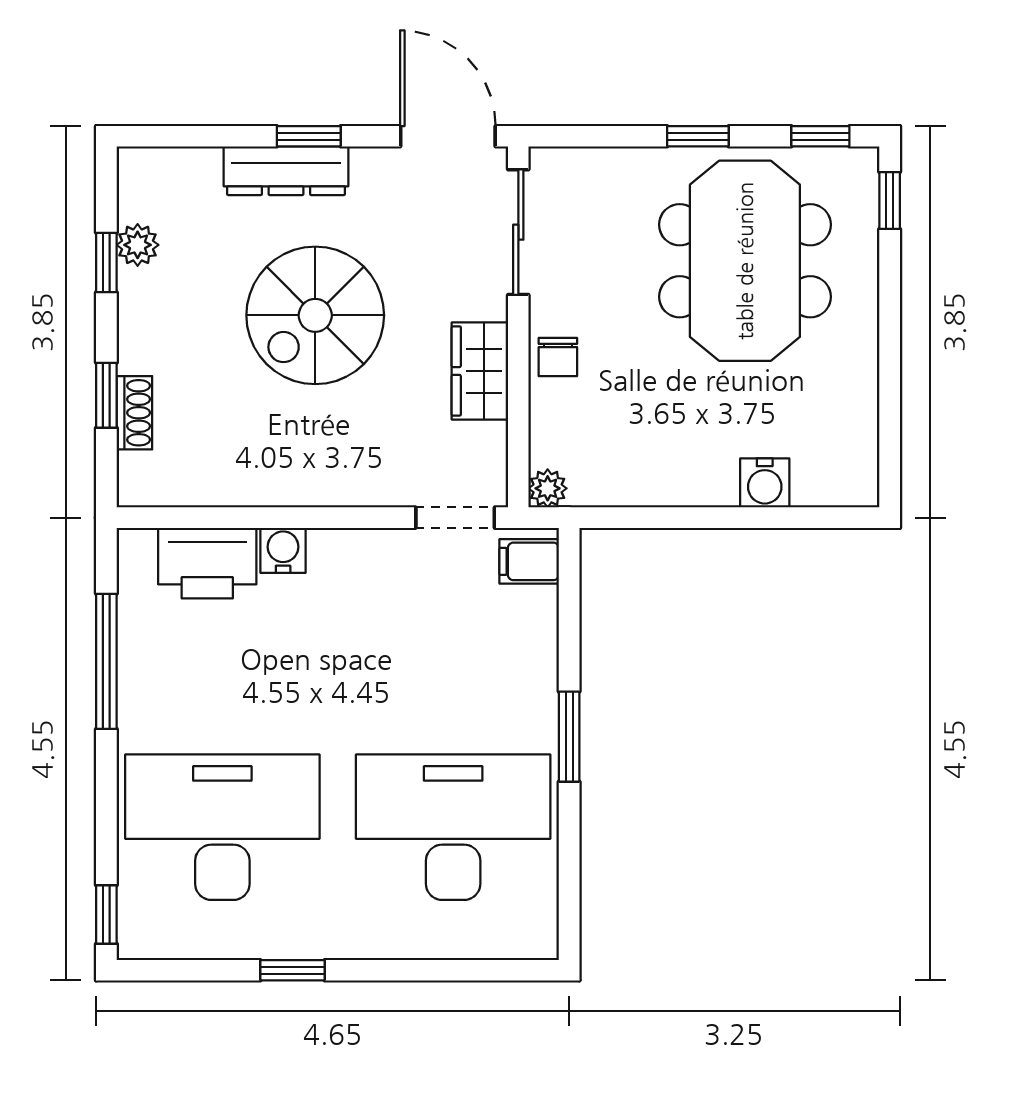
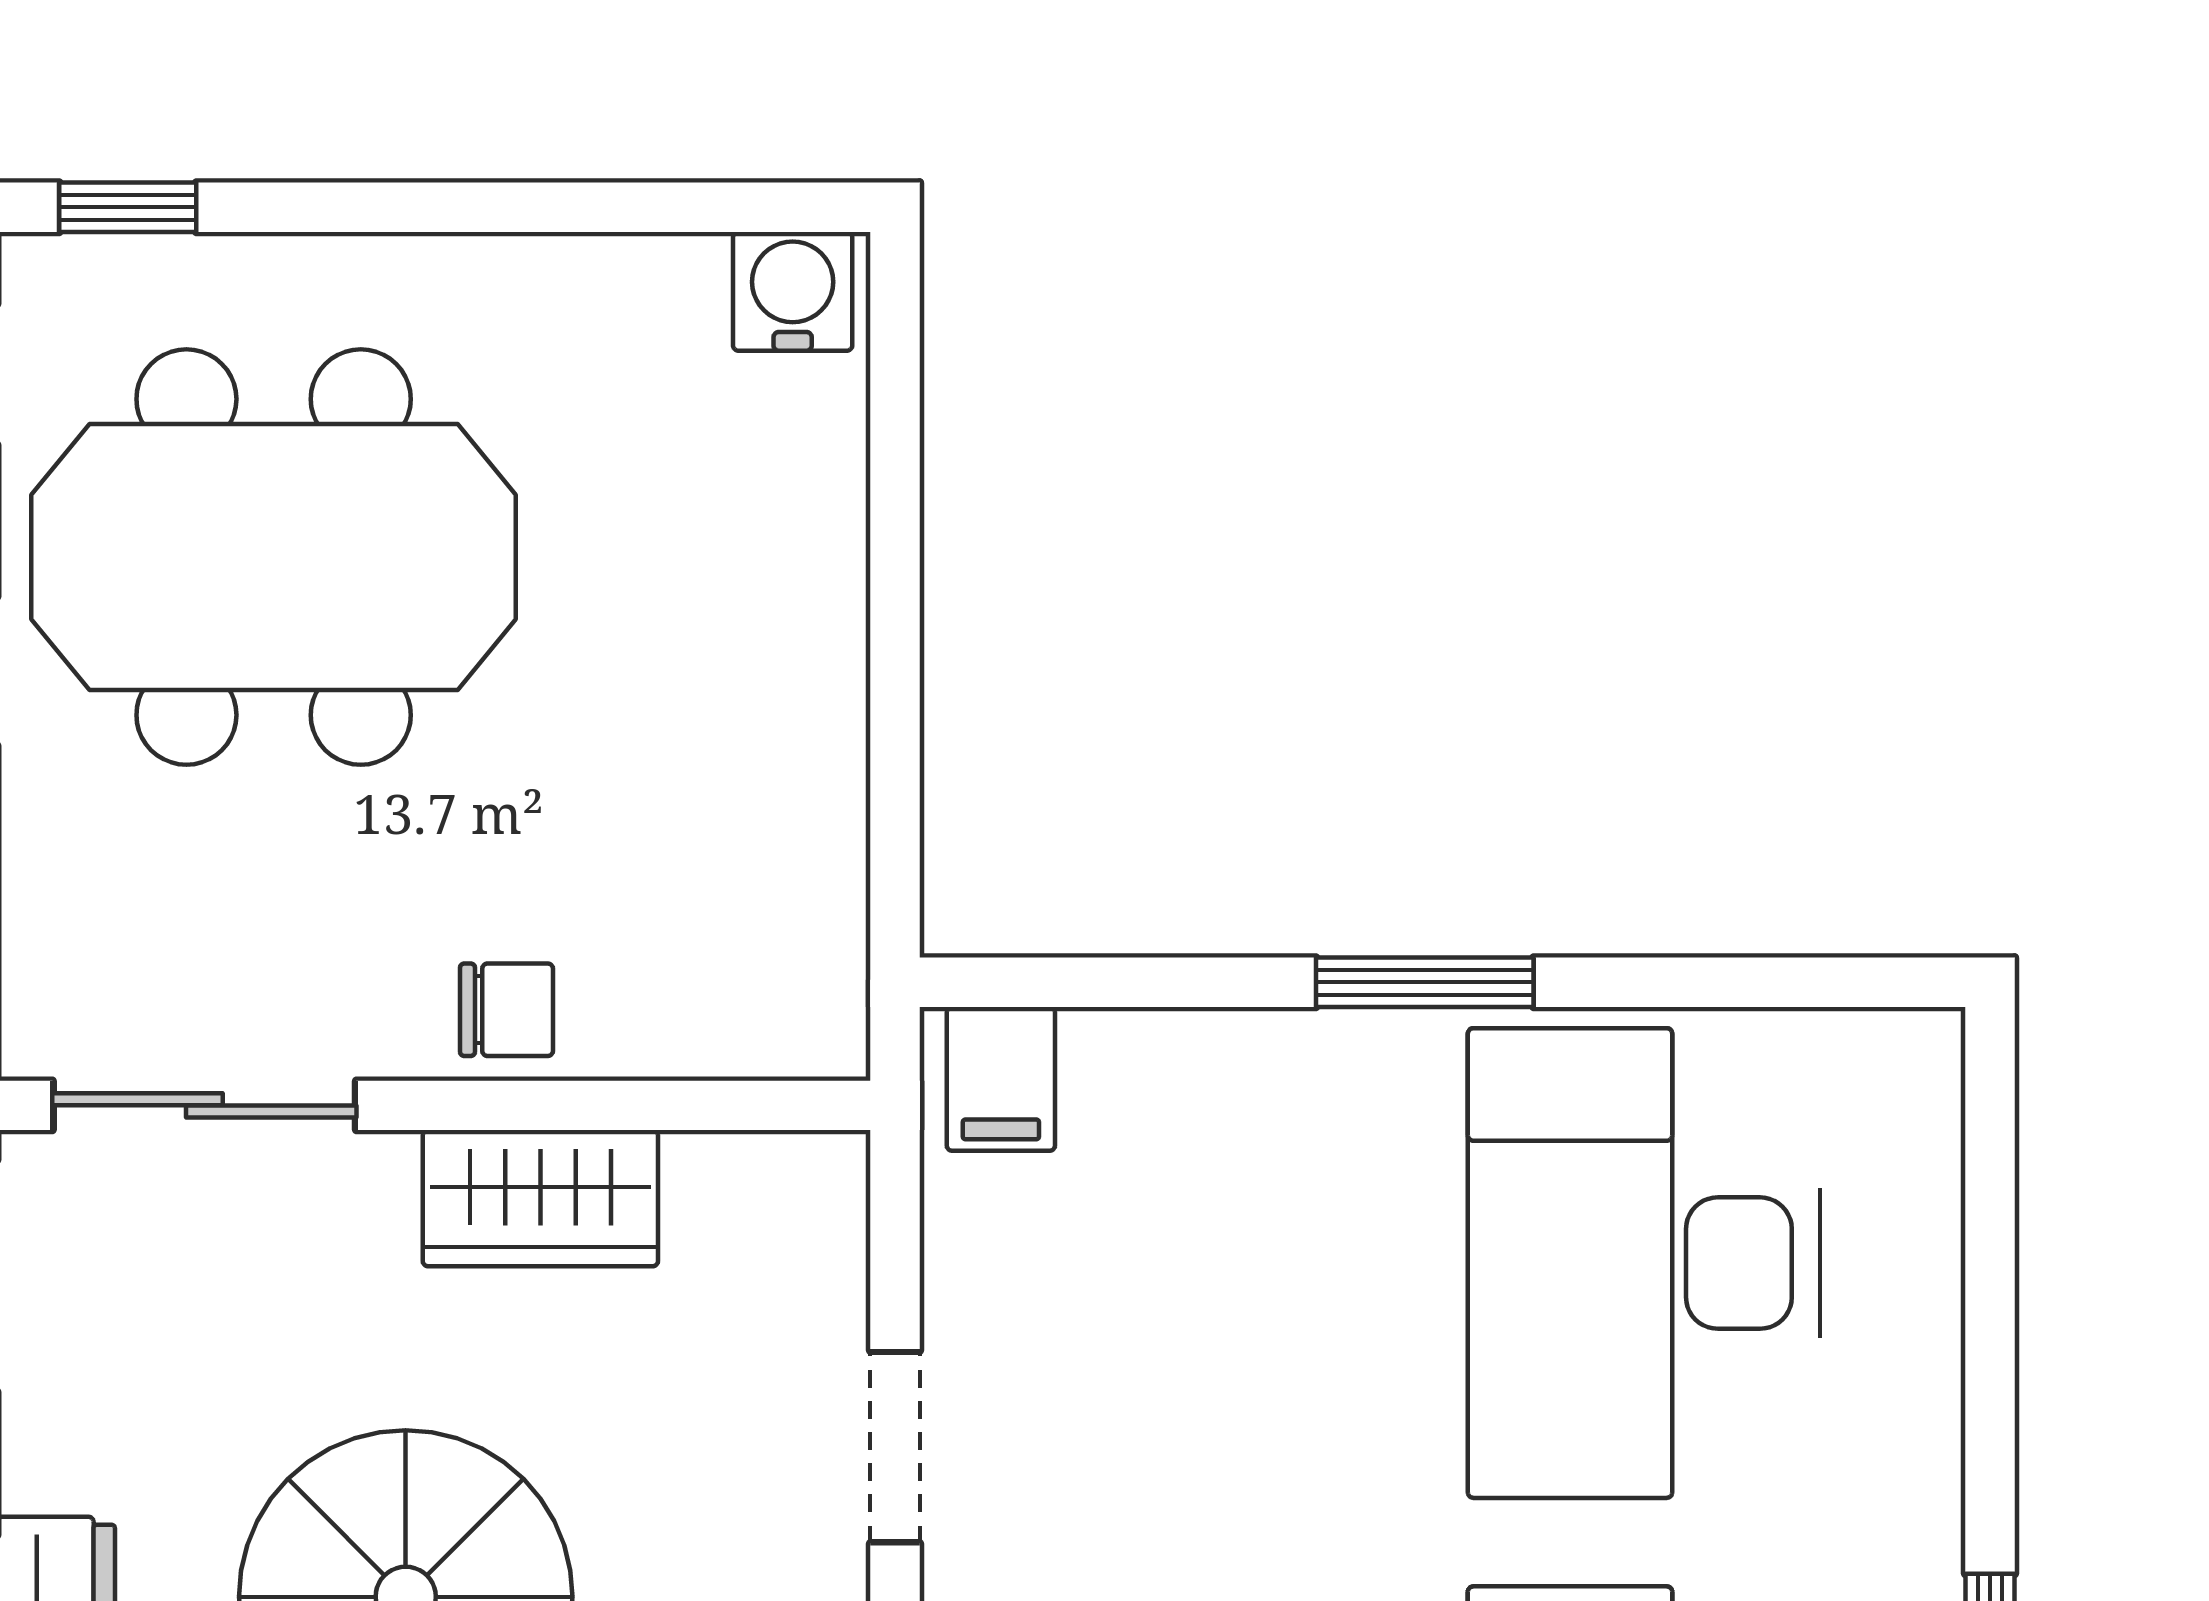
water cooler: (765, 483) -> (793, 291), moved, turned -90
plant: (548, 488) -> (824, 1035), removed
doorway: (455, 518) -> (895, 1447), moved

